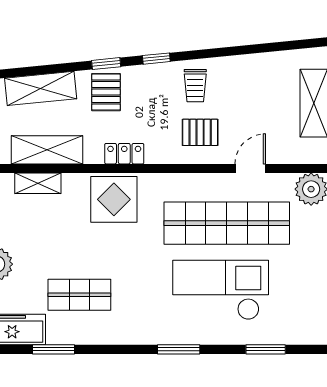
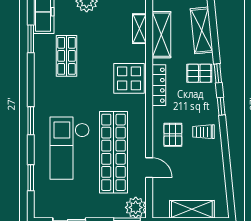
locker: (124, 154) -> (159, 85), width x1.53
checkout: (221, 290) -> (70, 148), turned 180

